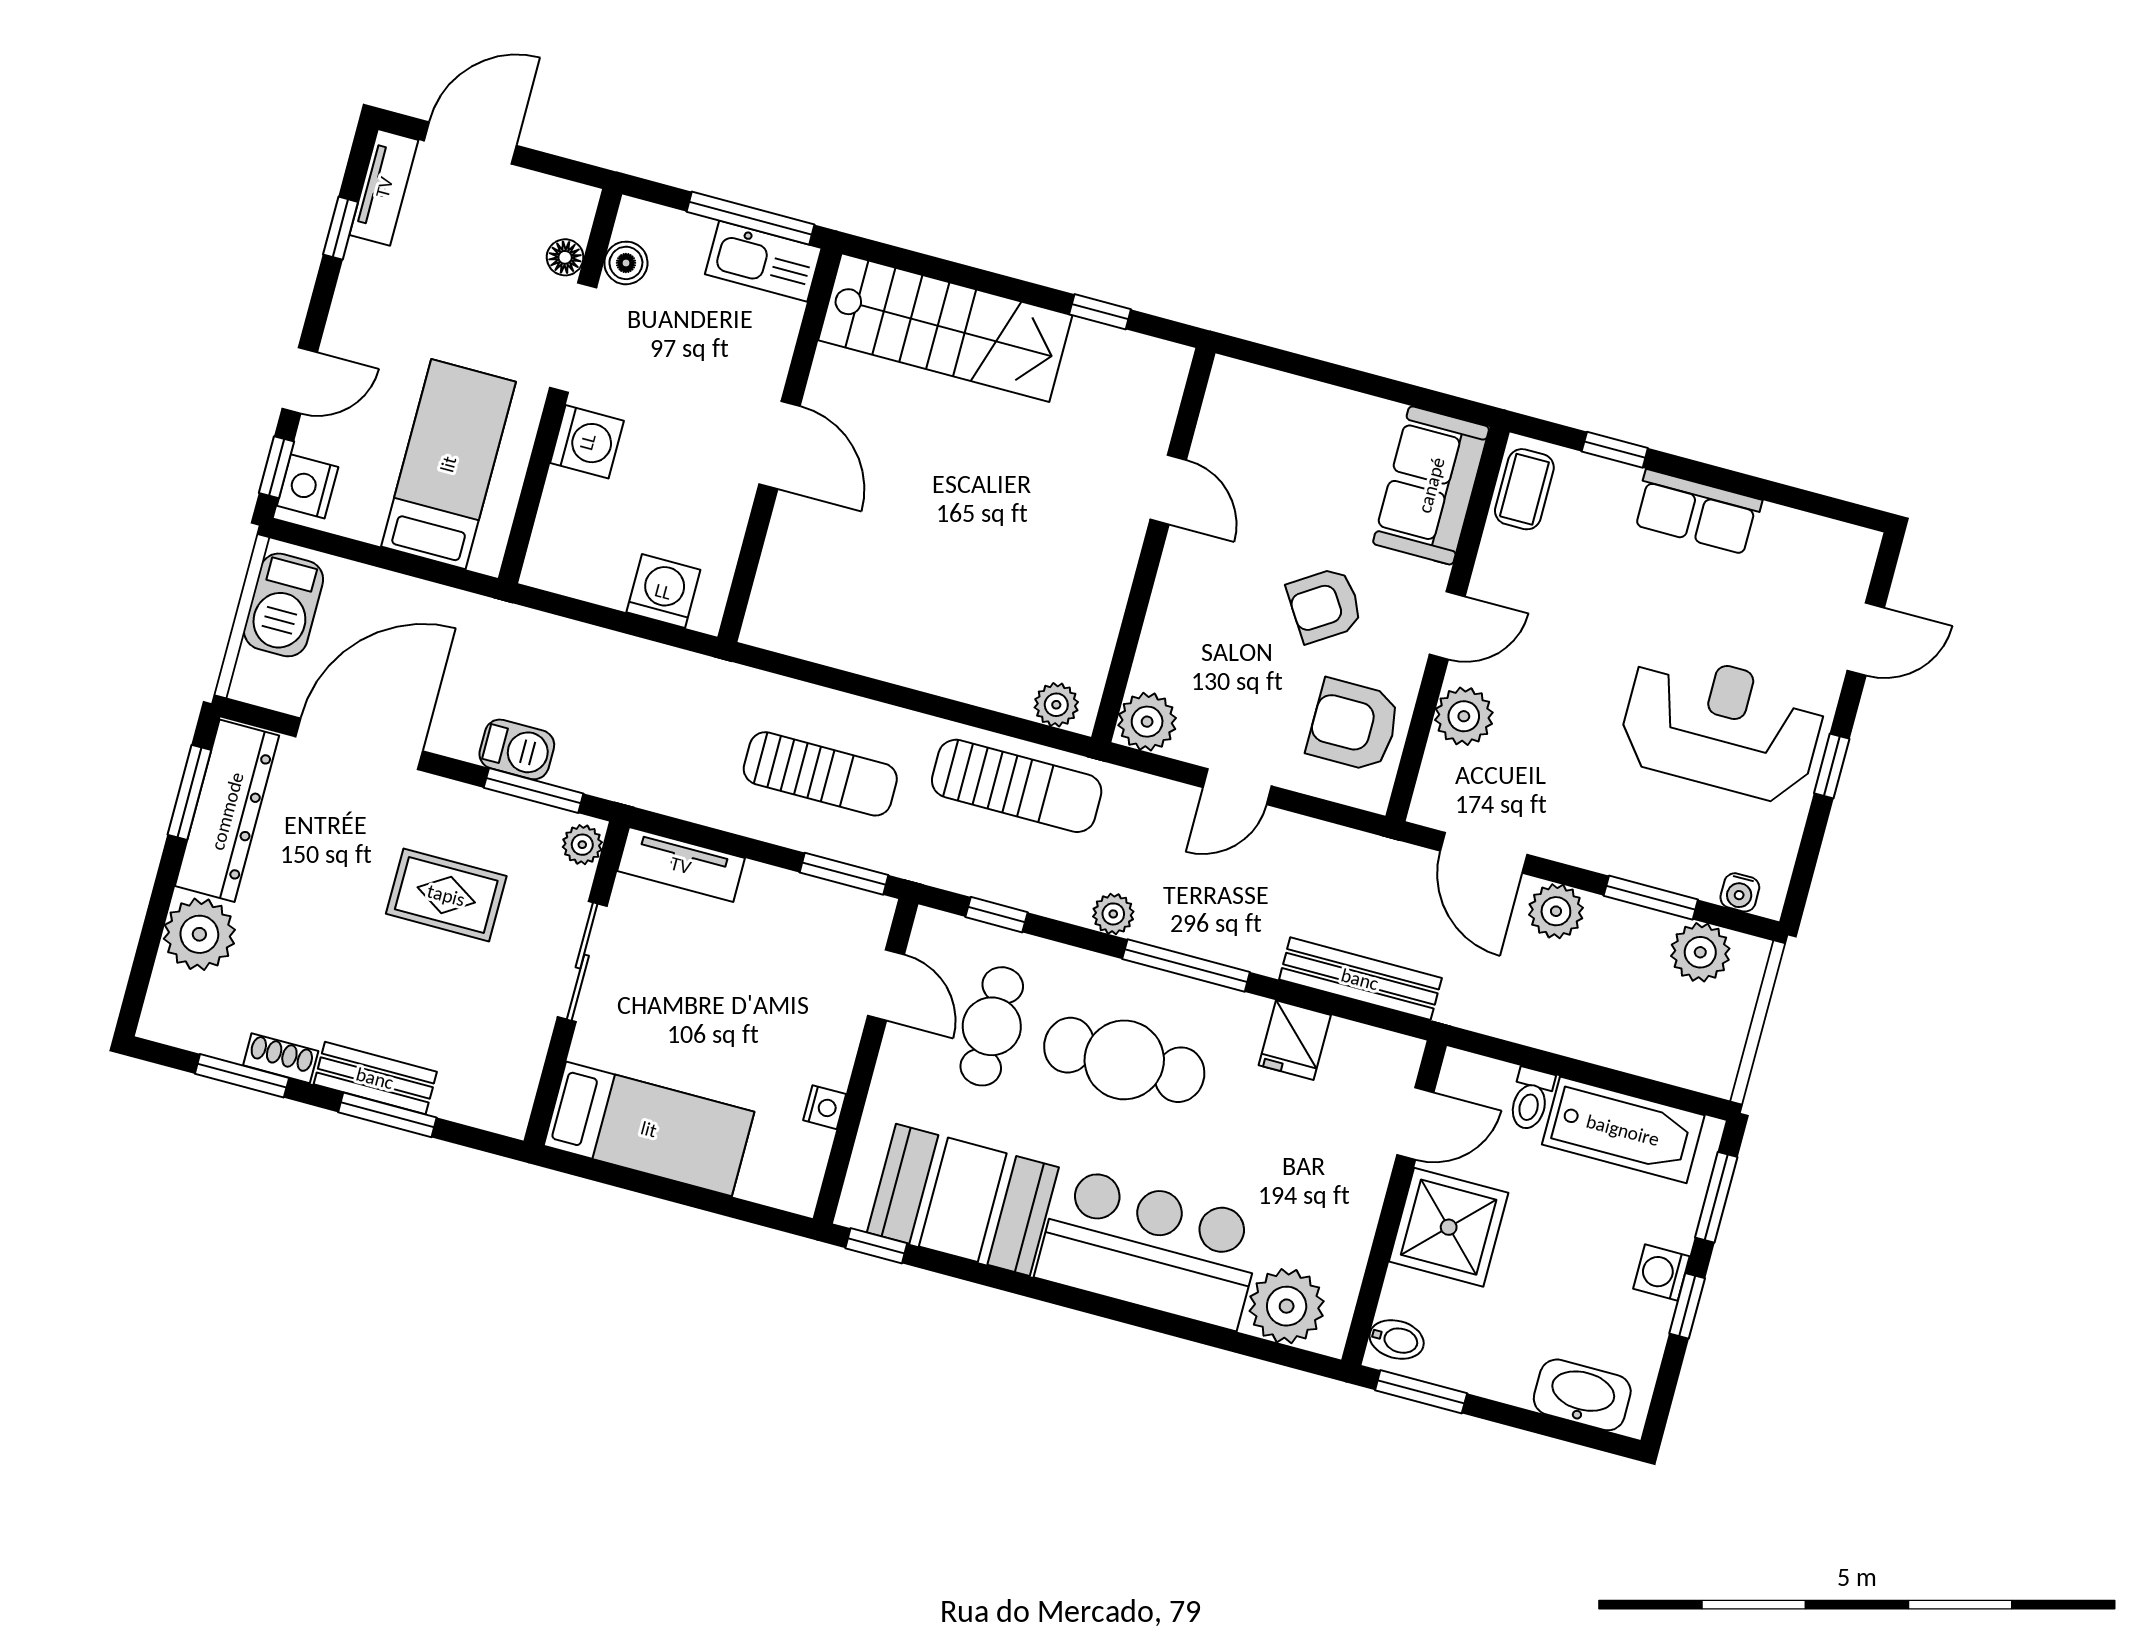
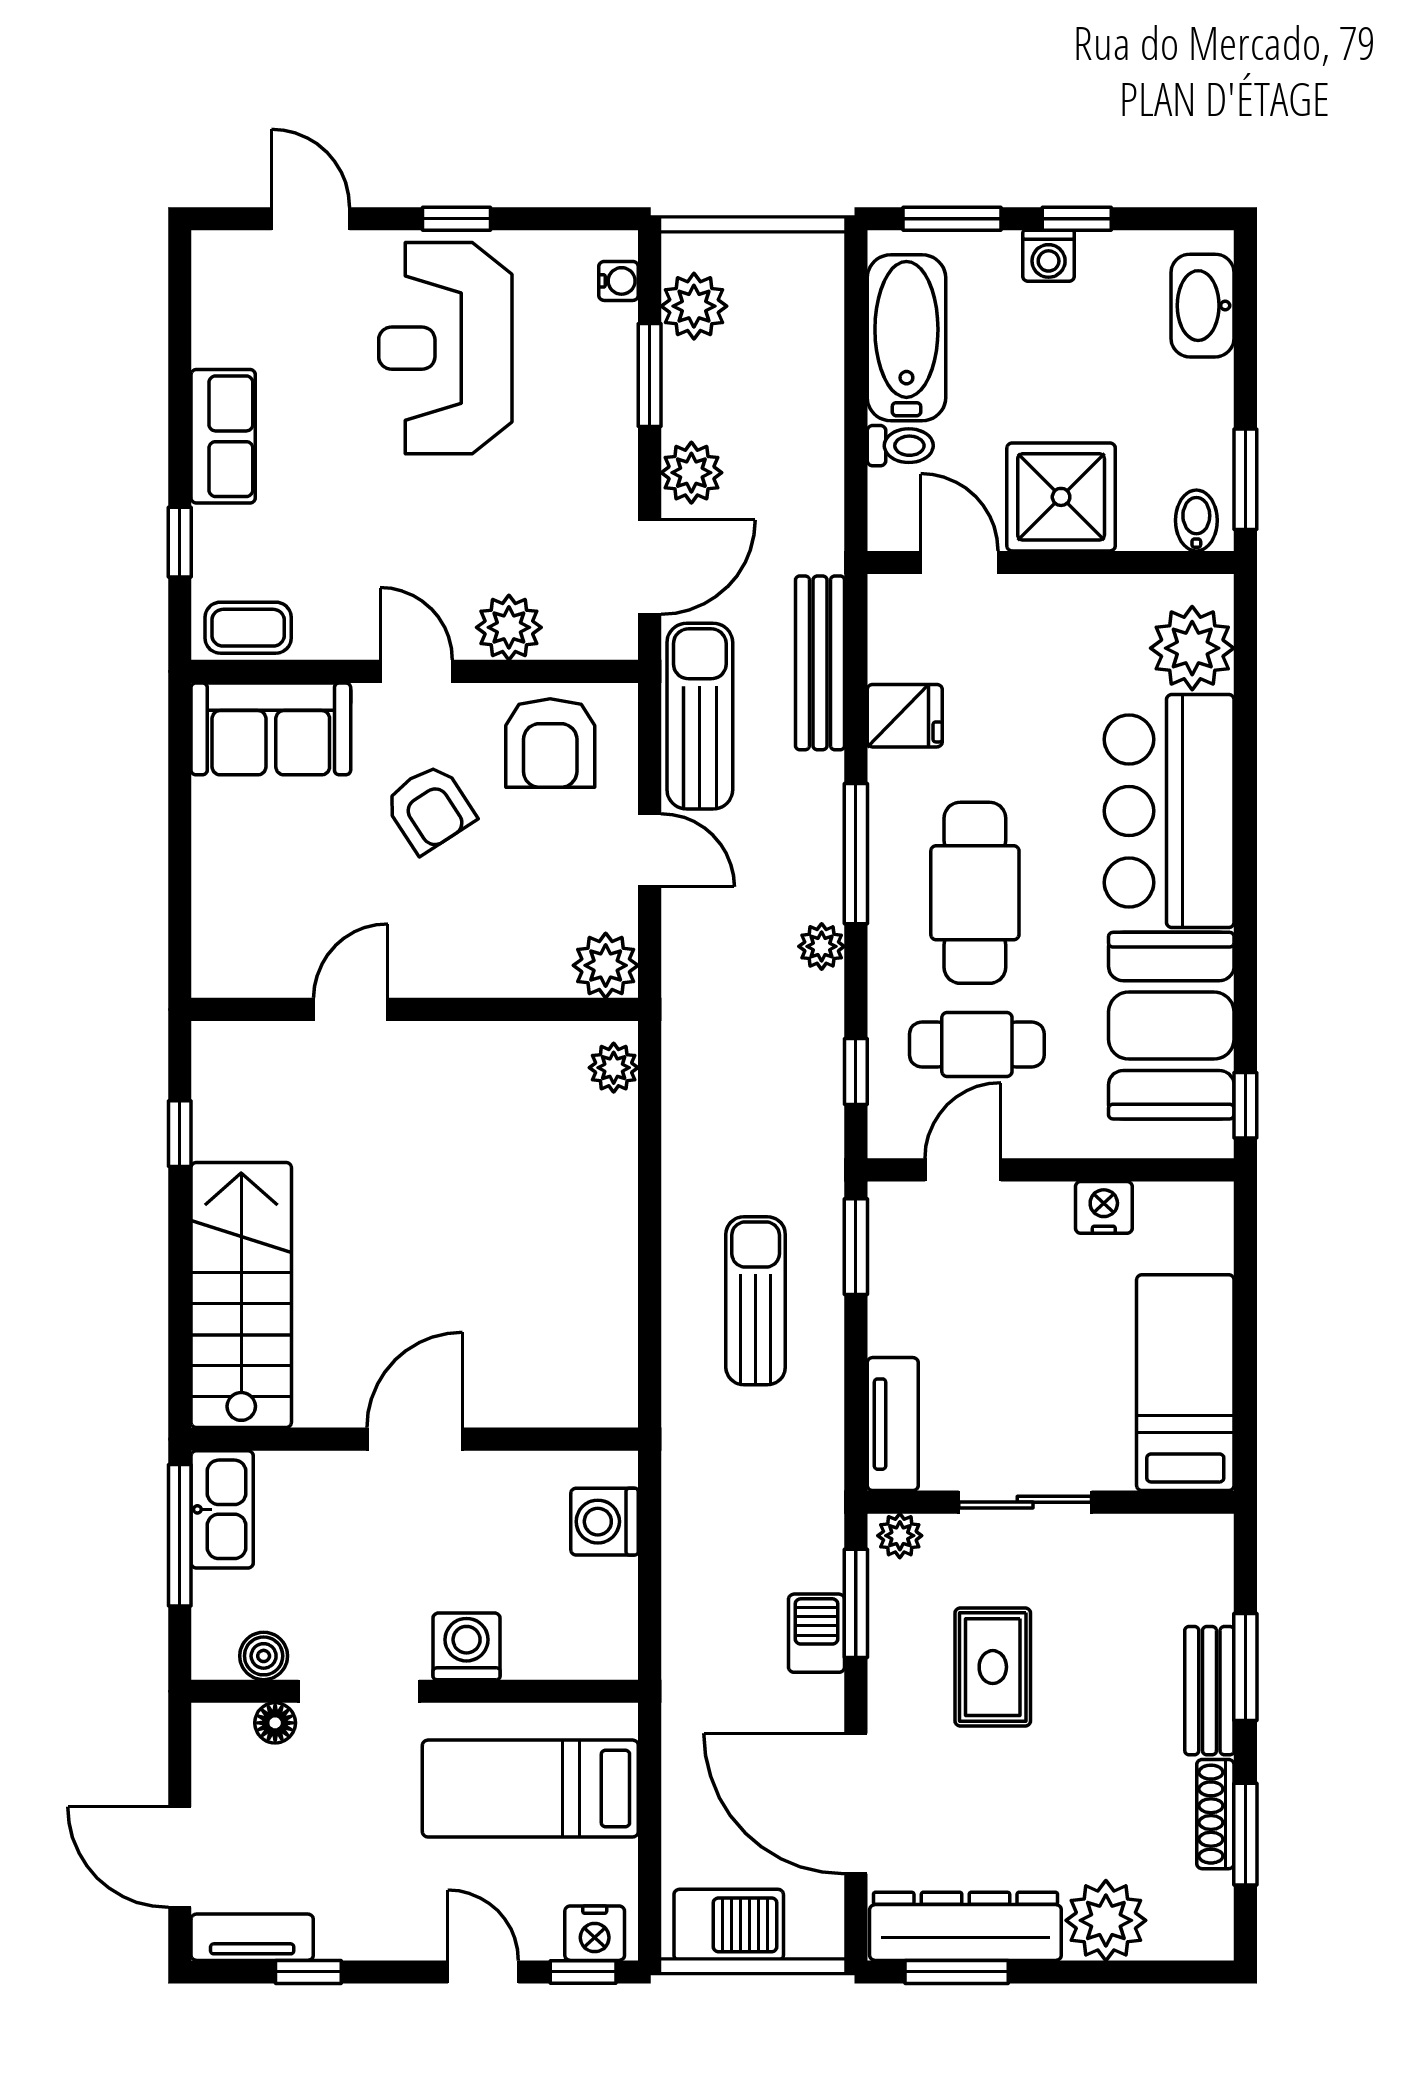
sun lounger: (1017, 786) -> (700, 716), moved
shoe rack: (281, 1058) -> (1215, 1814), width x1.43
nightstand: (825, 1107) -> (1104, 1207), width x1.39, depth x1.35

